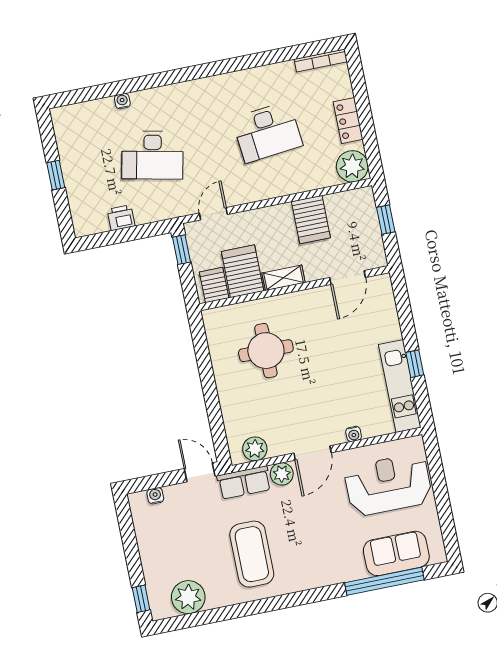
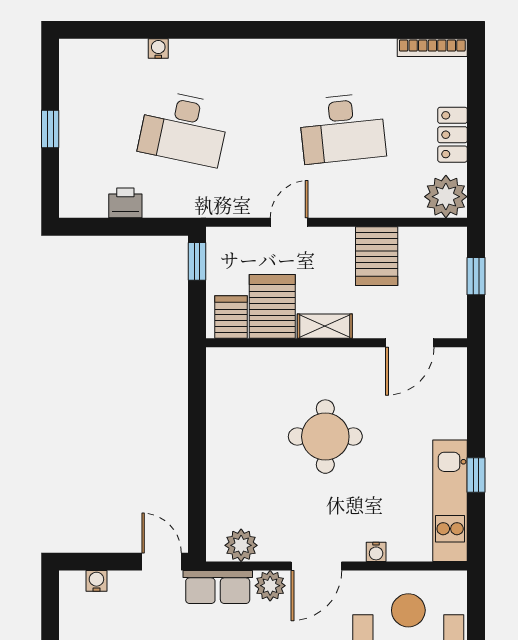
door: (213, 214) -> (289, 222), moved
round table: (266, 351) -> (325, 437), moved

